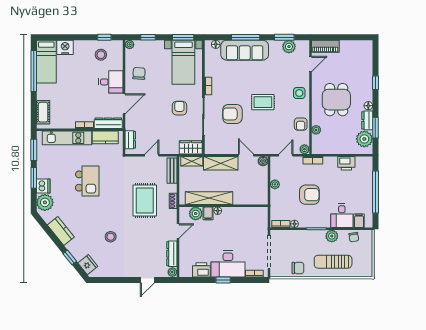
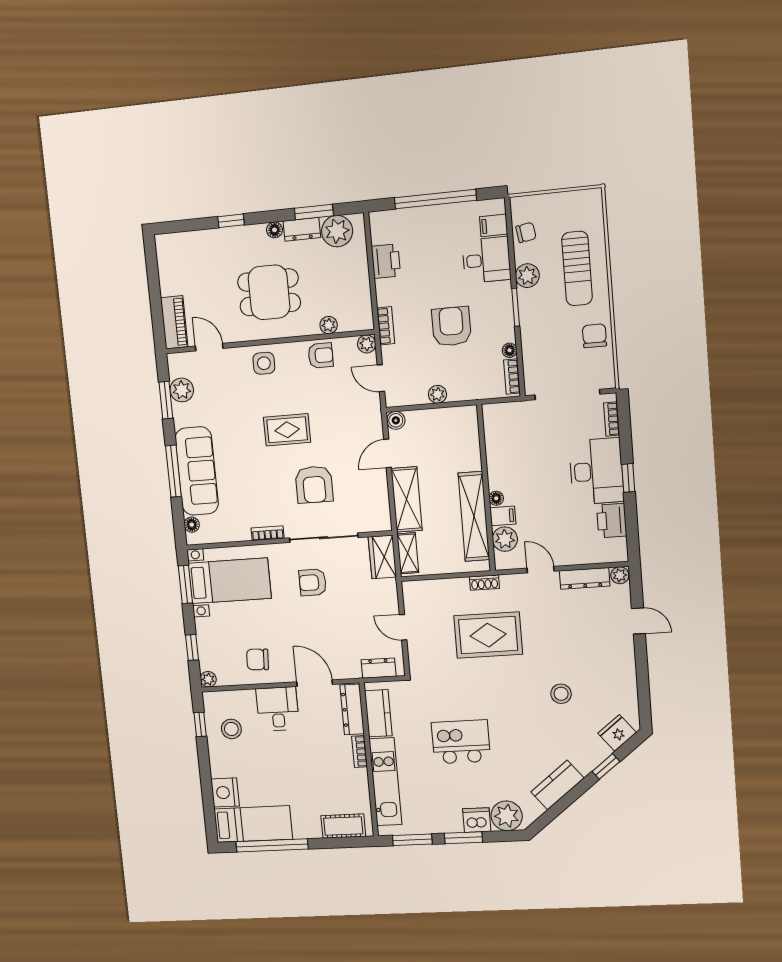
rug: (263, 102) -> (287, 430), turned 90
bench: (172, 171) -> (428, 588), removed

